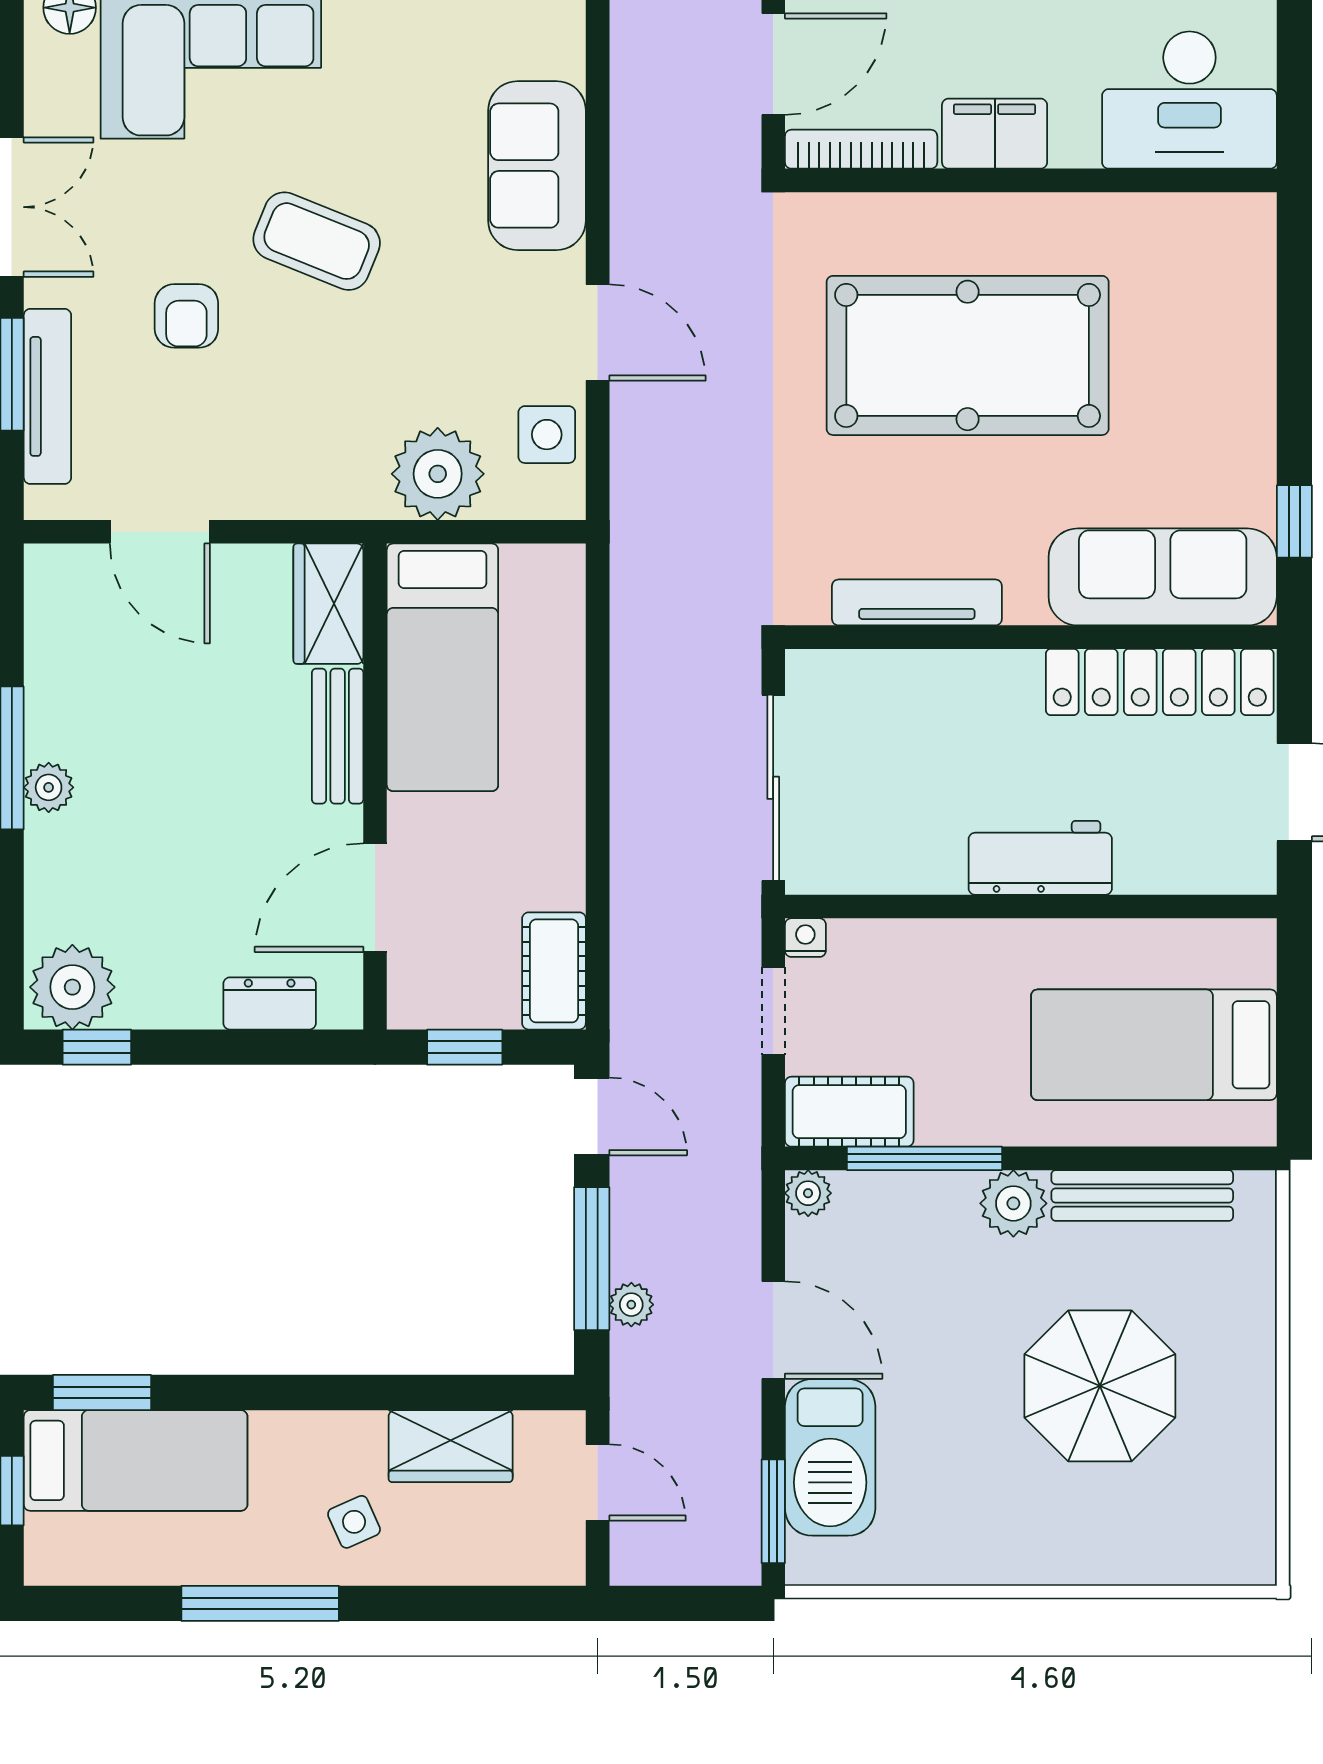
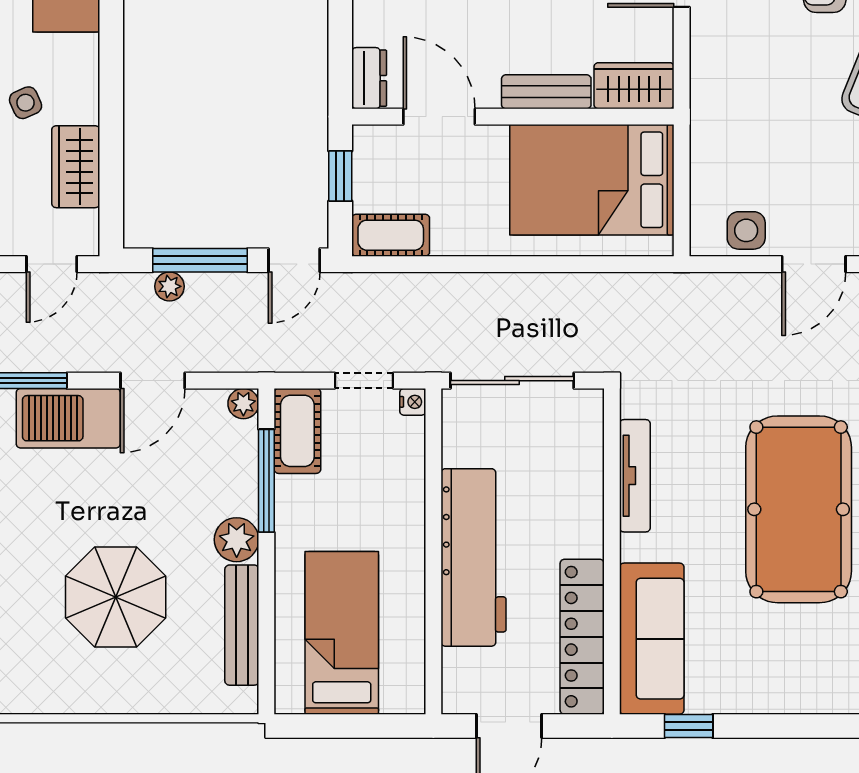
plant: (438, 474) -> (720, 158), removed
bed: (442, 667) -> (592, 180), width x1.50
workbench: (1040, 858) -> (474, 557), width x1.88, depth x1.32
dresser: (270, 1003) -> (369, 78), moved

